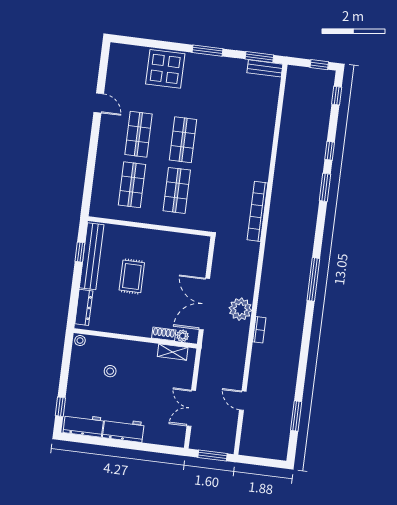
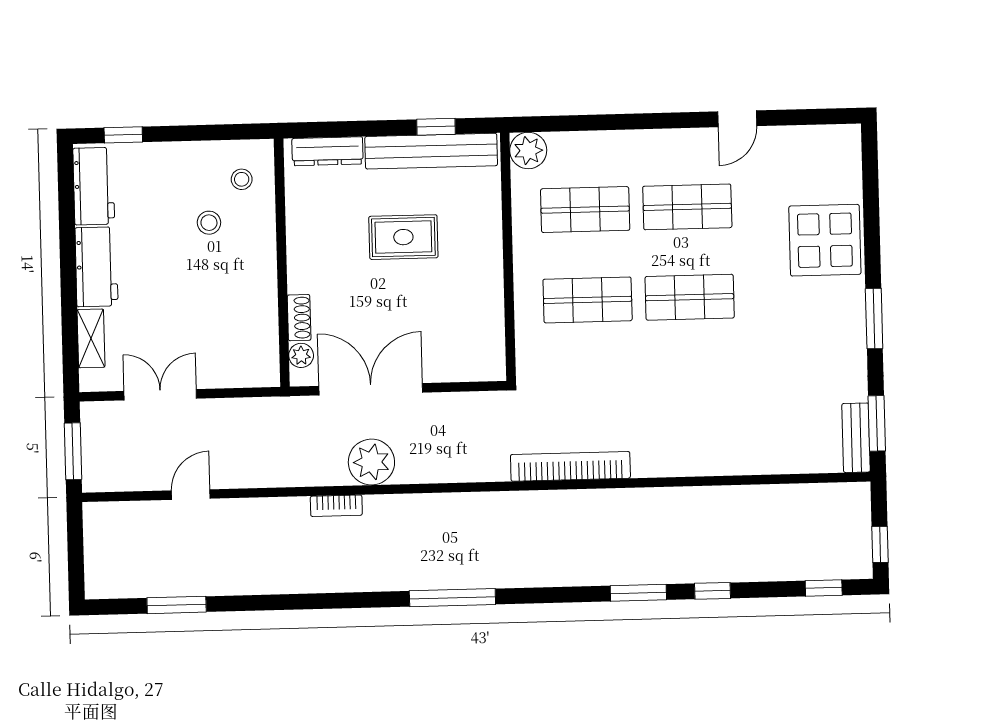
plant: (99, 208) -> (528, 151), added
stool: (80, 341) -> (242, 179), moved
shelving: (173, 352) -> (91, 338), moved

